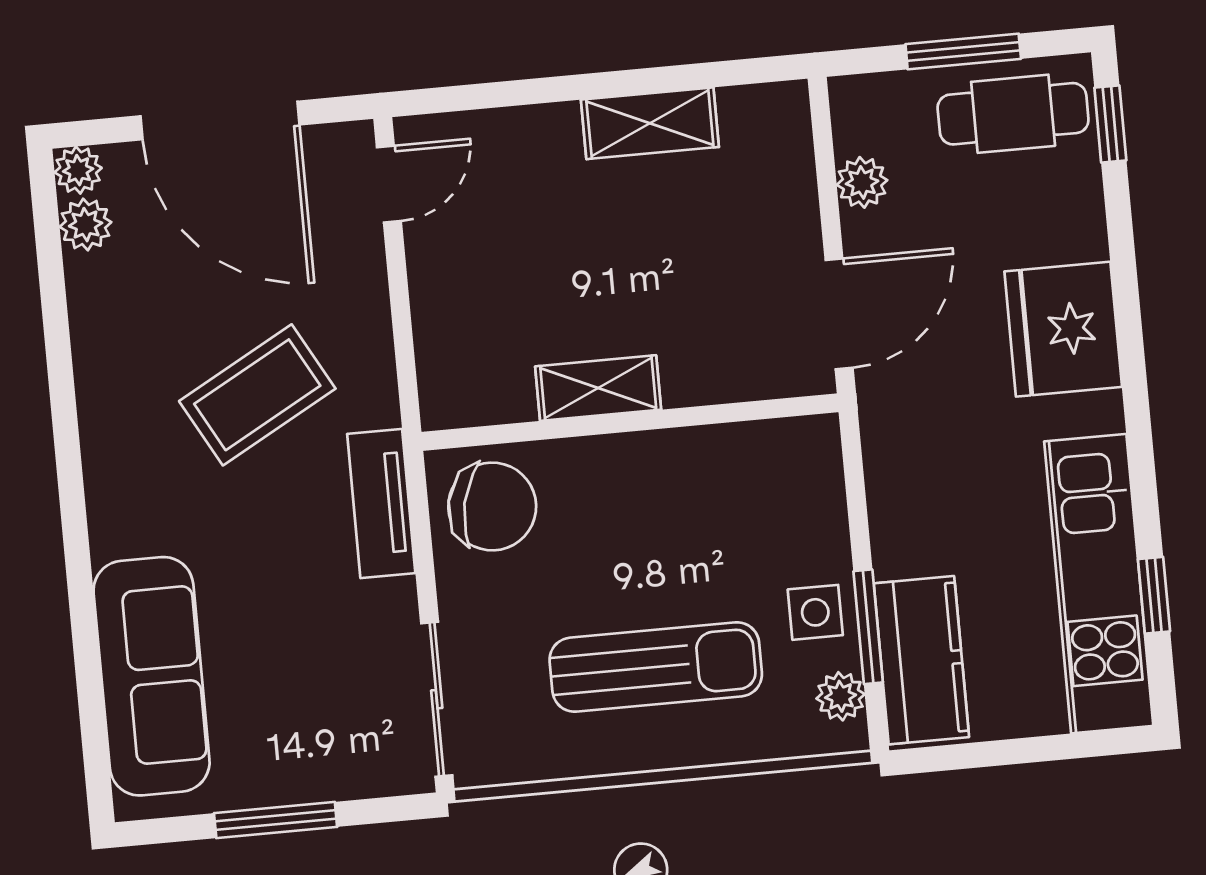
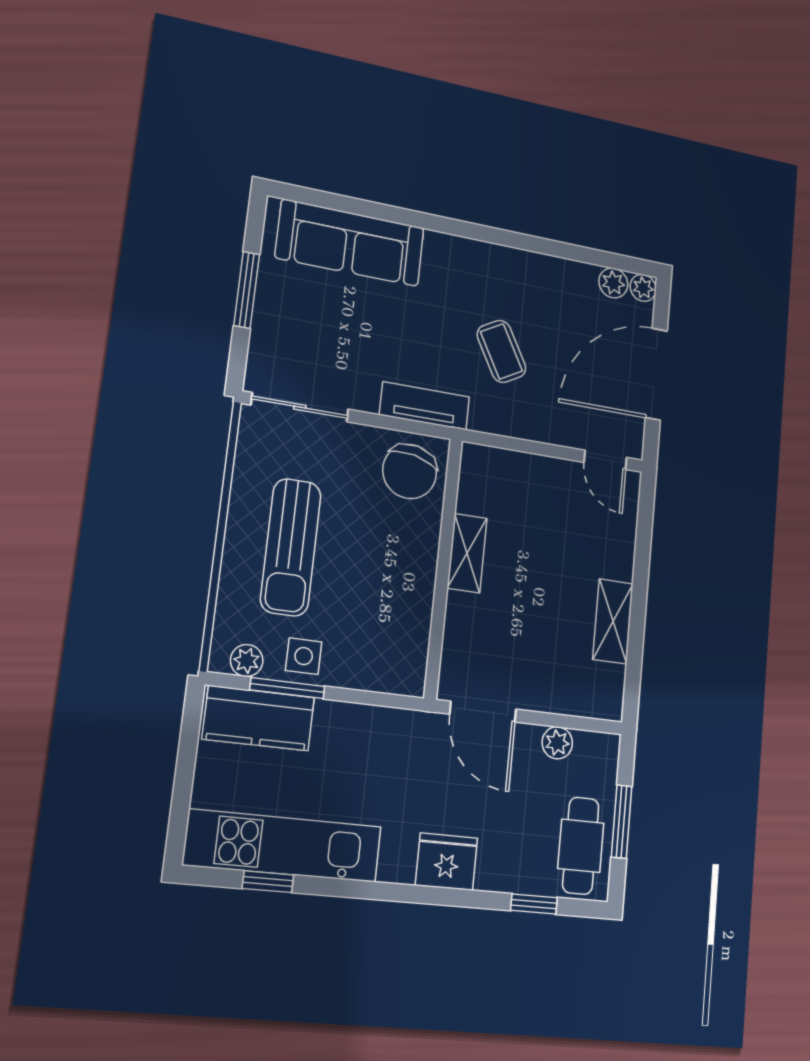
window: (1110, 124) -> (534, 904), moved
fridge: (1063, 329) -> (447, 862), width x0.73, depth x0.75
coffee table: (257, 395) -> (501, 351), width x0.73, depth x0.77

